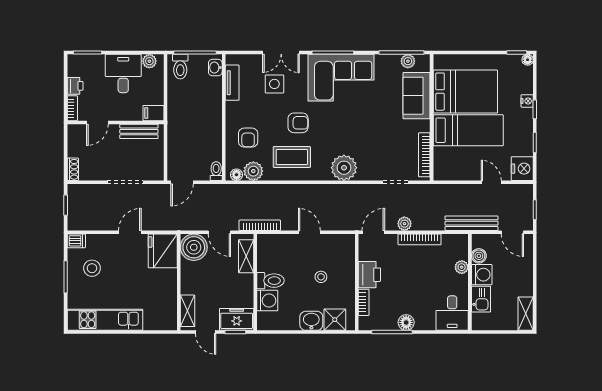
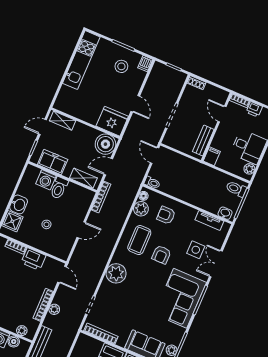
plant: (404, 224) -> (54, 309), moved
plant: (462, 267) -> (22, 331), moved
freezer: (237, 319) -> (53, 162), moved, turned -90

